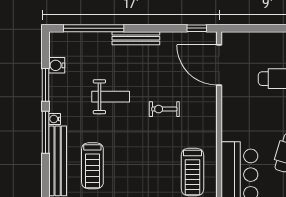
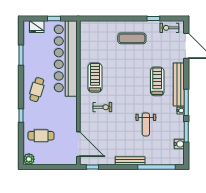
weight bench: (111, 97) -> (146, 124), turned -90
exercise bike: (164, 109) -> (102, 107), moved

